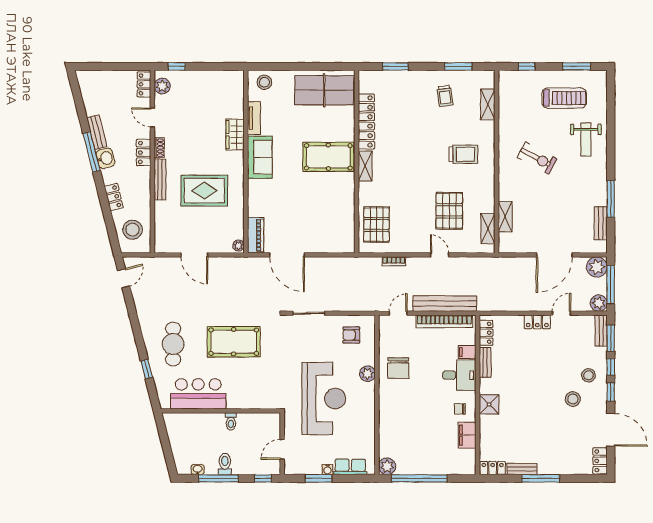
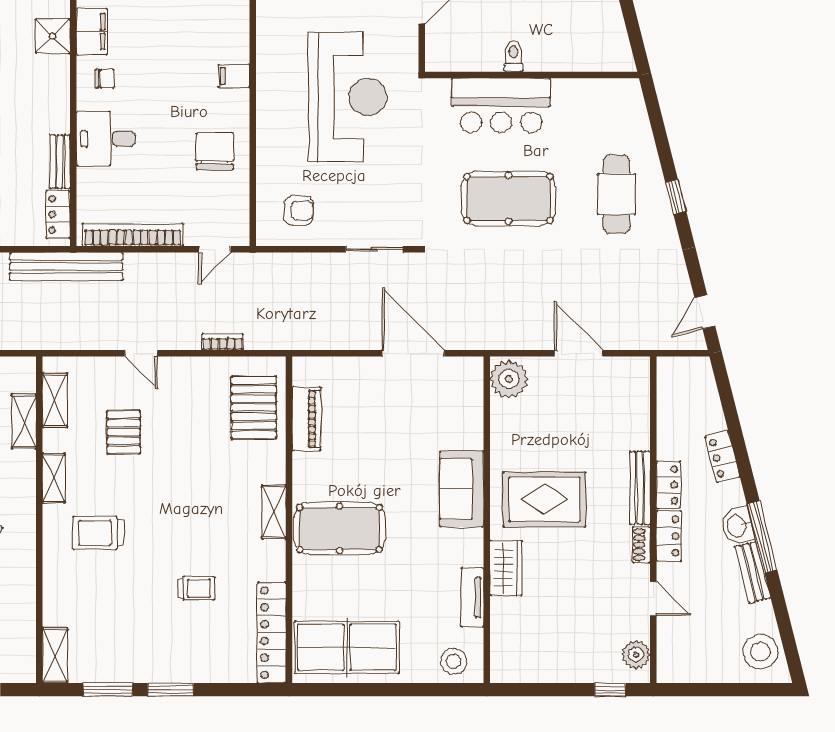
window: (395, 66) -> (171, 690), moved
locker: (144, 84) -> (668, 485), moved
trolley: (445, 96) -> (196, 588), moved, turned 97
shelving: (488, 104) -> (55, 655), moved
locker: (366, 121) -> (272, 633), moved
sofa: (260, 157) -> (462, 489), moved
shelving: (488, 185) -> (54, 478), added
rug: (204, 191) -> (544, 499), moved
pallet: (449, 211) -> (124, 432), width x0.67, depth x0.71
stool: (133, 230) -> (760, 652), moved
piano: (256, 235) -> (307, 419), moved, turned 180
plant: (238, 246) -> (509, 379), width x1.88, depth x1.88
bench: (445, 304) -> (66, 266), moved
filing cabinet: (467, 352) -> (234, 76), moved, turned 180
window: (147, 369) -> (676, 197), moved
plant: (367, 374) -> (270, 141), removed
bar counter: (198, 394) -> (501, 105), moved
reception desk: (324, 399) -> (348, 97), turned 180
shower: (489, 404) -> (53, 36), moved

